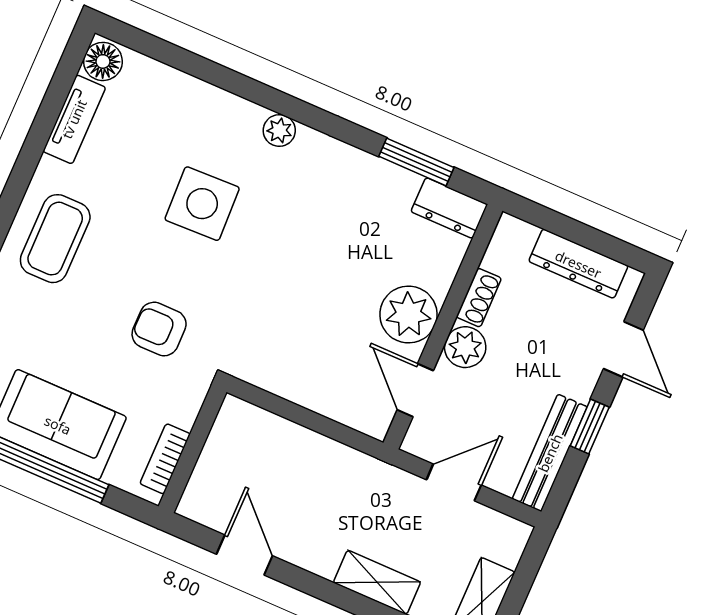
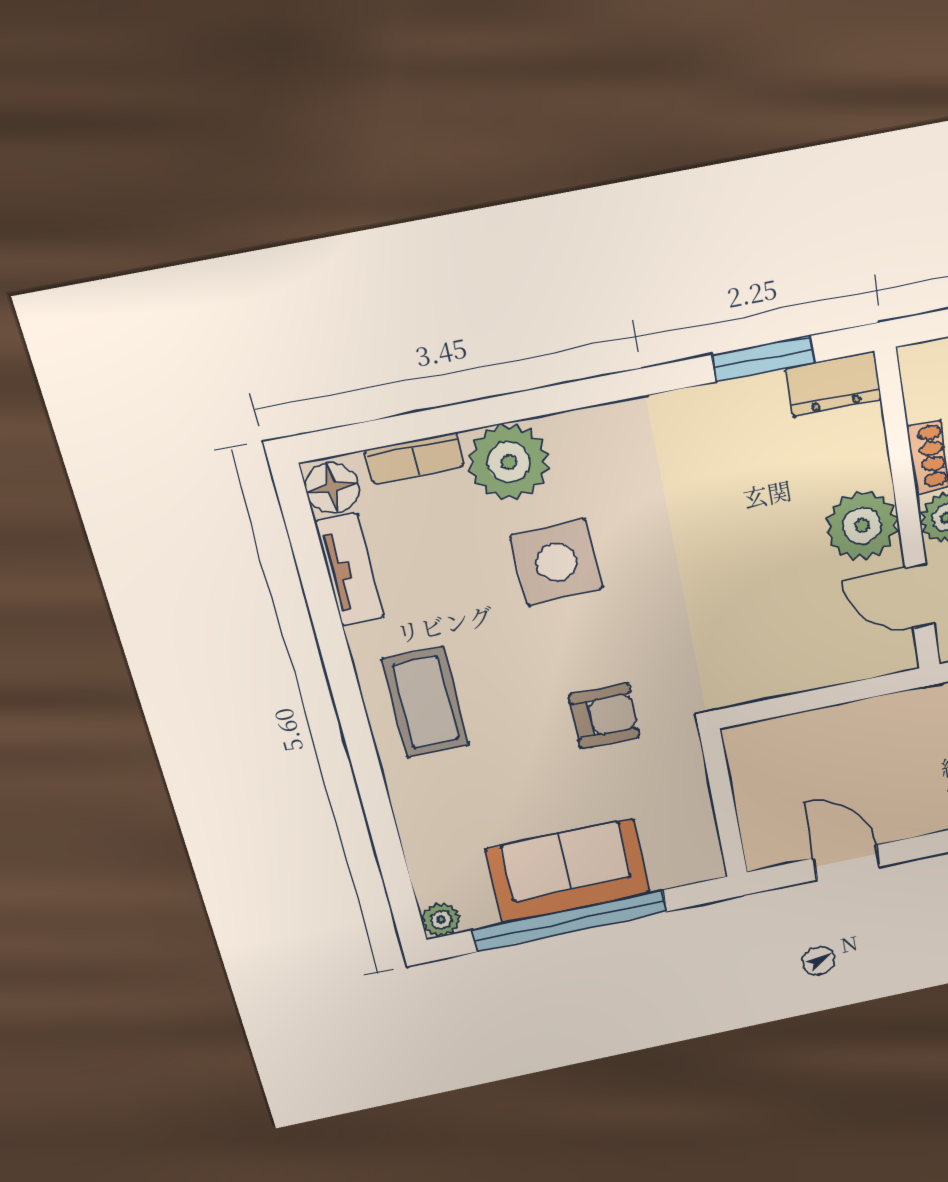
plant: (279, 130) -> (509, 462), moved, width x1.88, depth x1.88
armchair: (159, 329) -> (604, 716), turned 180
bookcase: (165, 459) -> (414, 458), moved, turned -90

